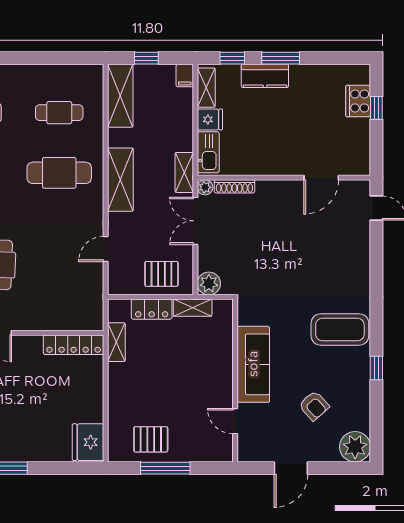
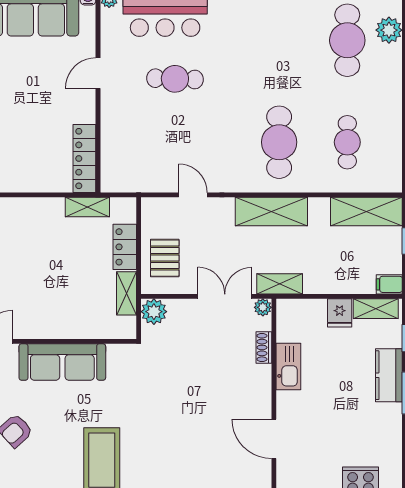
kitchen sink: (208, 152) -> (288, 367), moved, turned -90
shoe rack: (234, 186) -> (264, 347), width x0.70

